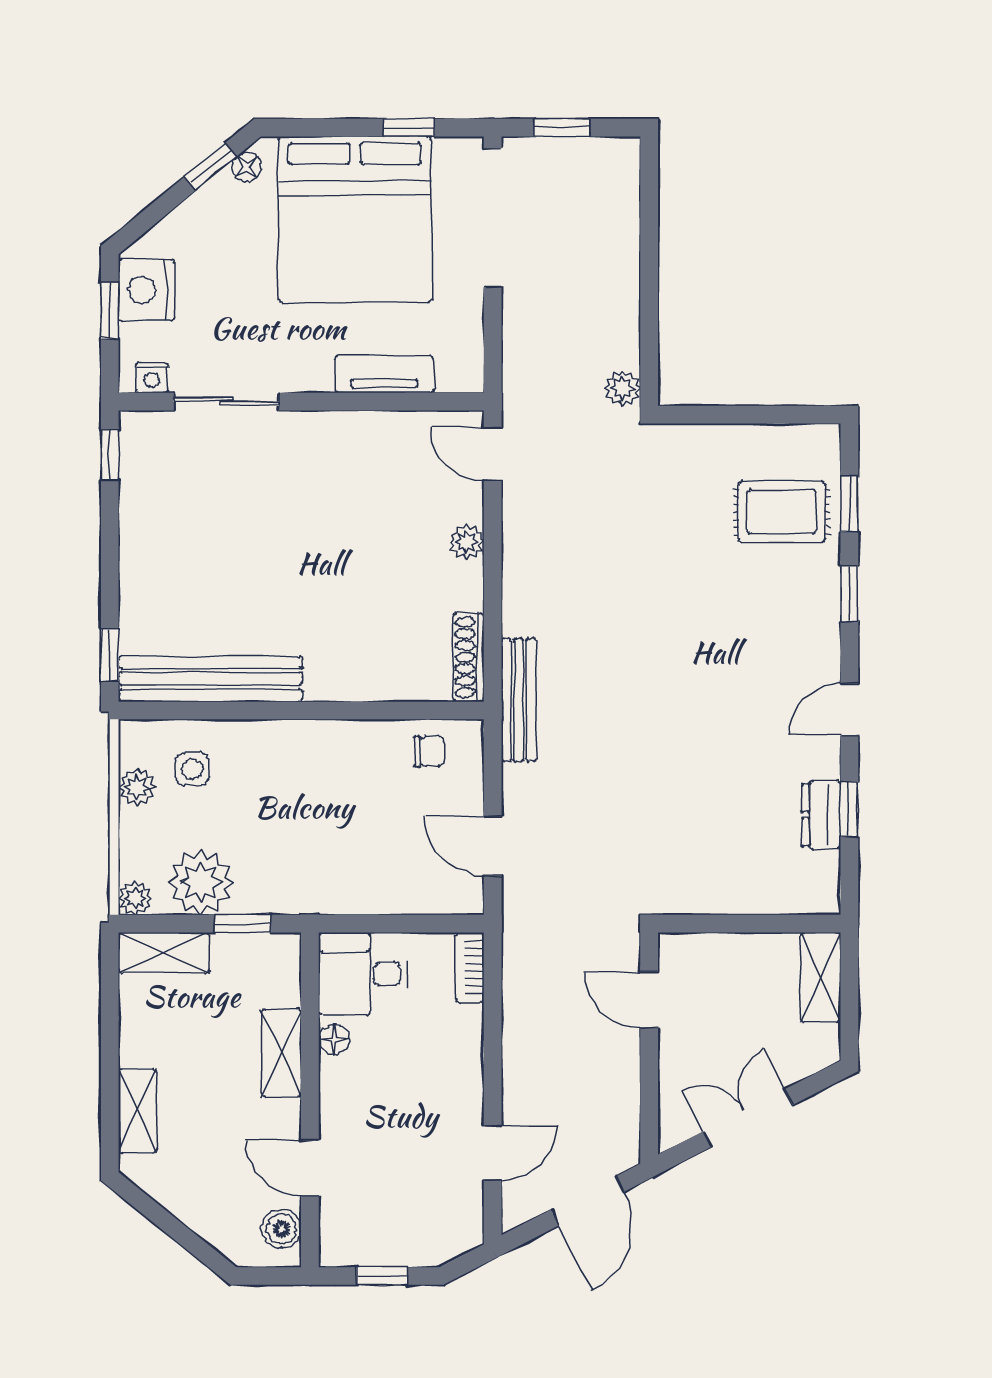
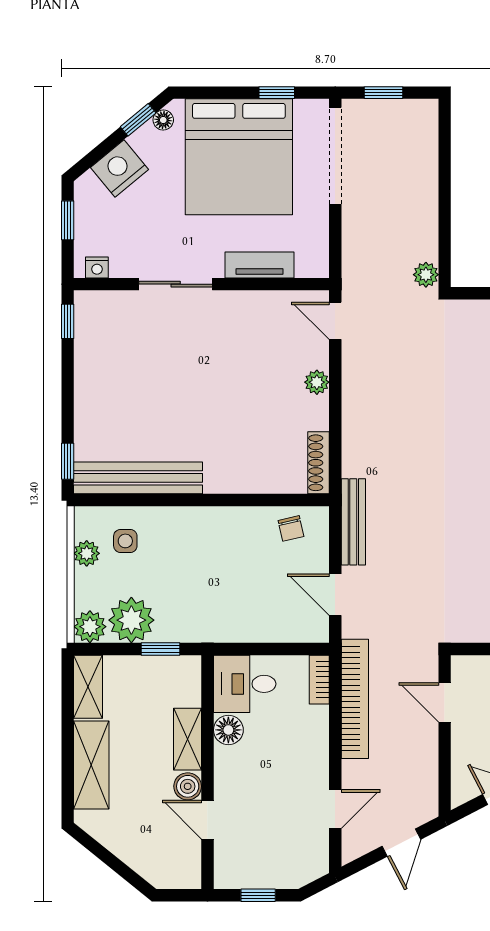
nightstand: (146, 290) -> (119, 168), moved, turned 50
sliding door: (226, 402) -> (176, 284), moved
bench: (519, 700) -> (353, 522), moved
chair: (429, 751) -> (291, 528), turned 77
plant: (135, 898) -> (90, 627), width x1.38, depth x1.38
shelving: (164, 953) -> (88, 687), moved, turned 90
bookcase: (521, 995) -> (355, 699), added
floor lamp: (334, 1040) -> (228, 730), width x1.37, depth x1.37
shelving: (137, 1111) -> (91, 765), width x1.50, depth x1.33
door: (587, 1201) -> (401, 843), width x0.73
boiler: (281, 1229) -> (188, 786), moved

